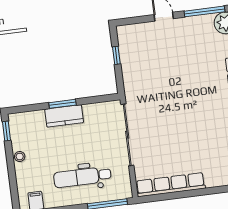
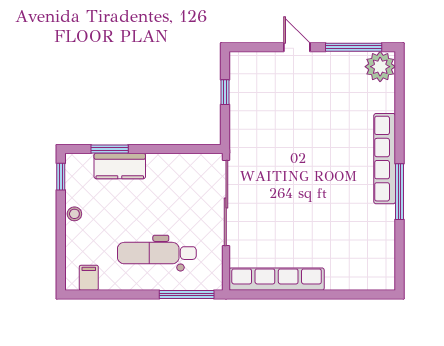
window: (63, 104) -> (110, 149), moved
kitchen counter: (64, 116) -> (120, 166), moved

